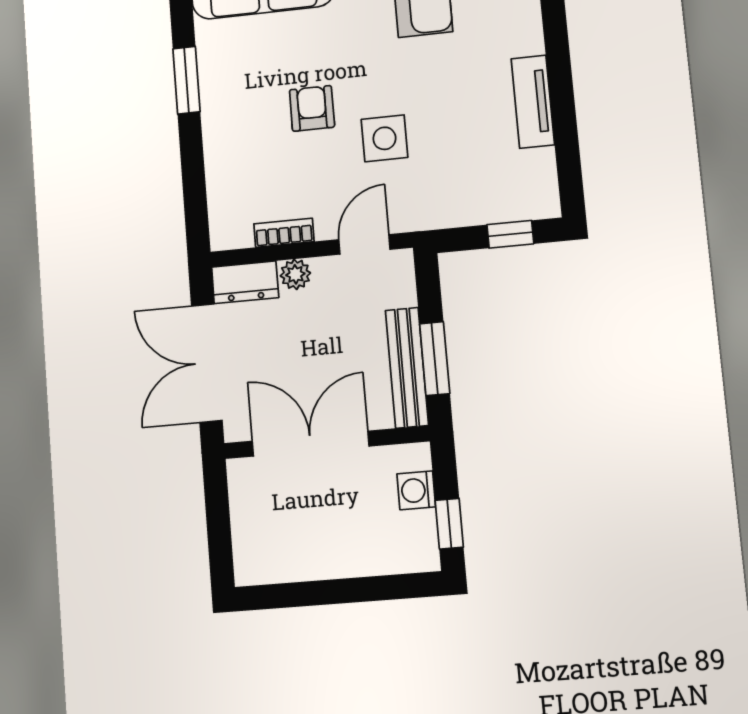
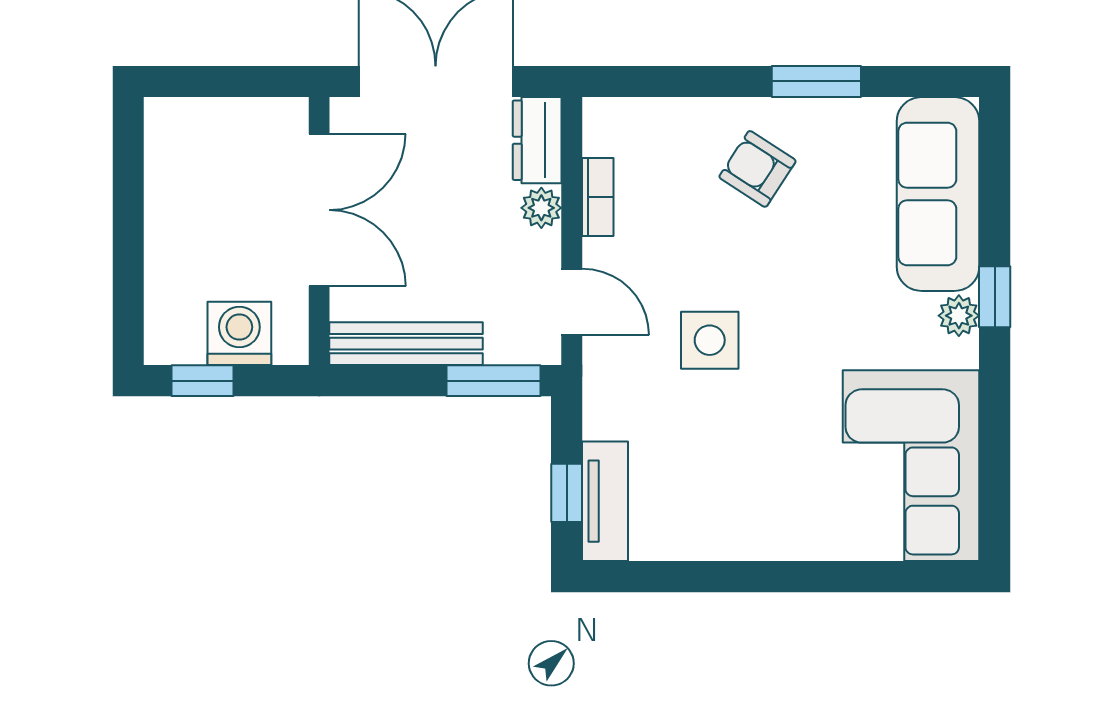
tv unit: (533, 102) -> (605, 501), moved, turned 90
armchair: (312, 108) -> (757, 169), moved, turned -147
window: (435, 359) -> (493, 381), moved
washing machine: (416, 490) -> (239, 333), width x1.38, depth x1.38

